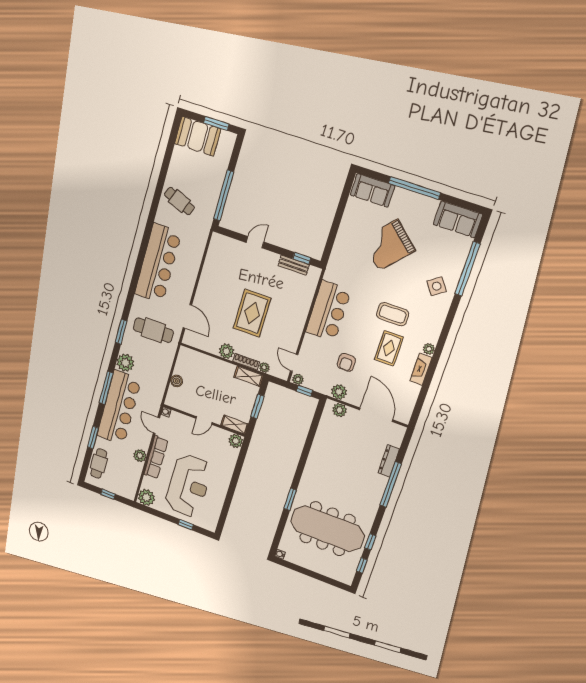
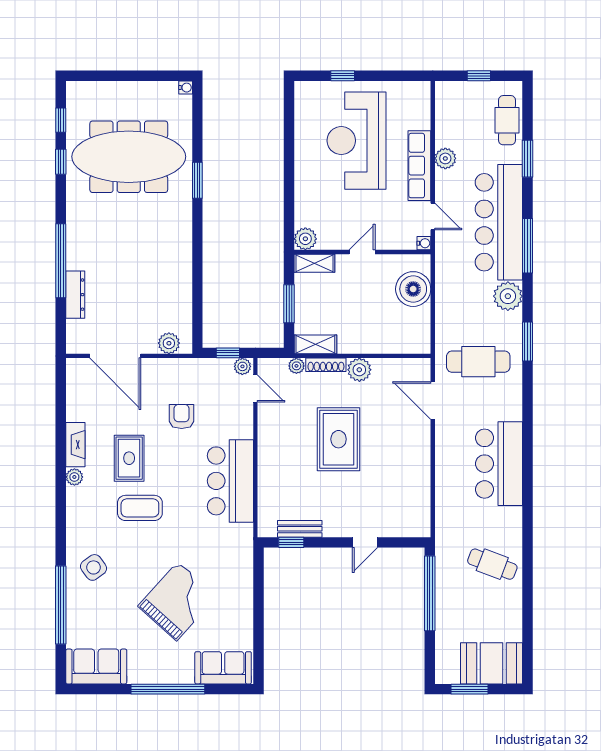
bar counter: (158, 263) -> (499, 464), width x0.73
boiler: (177, 381) -> (413, 289), width x1.86, depth x1.86
plant: (339, 392) -> (178, 370), removed
plant: (146, 497) -> (416, 95), removed

